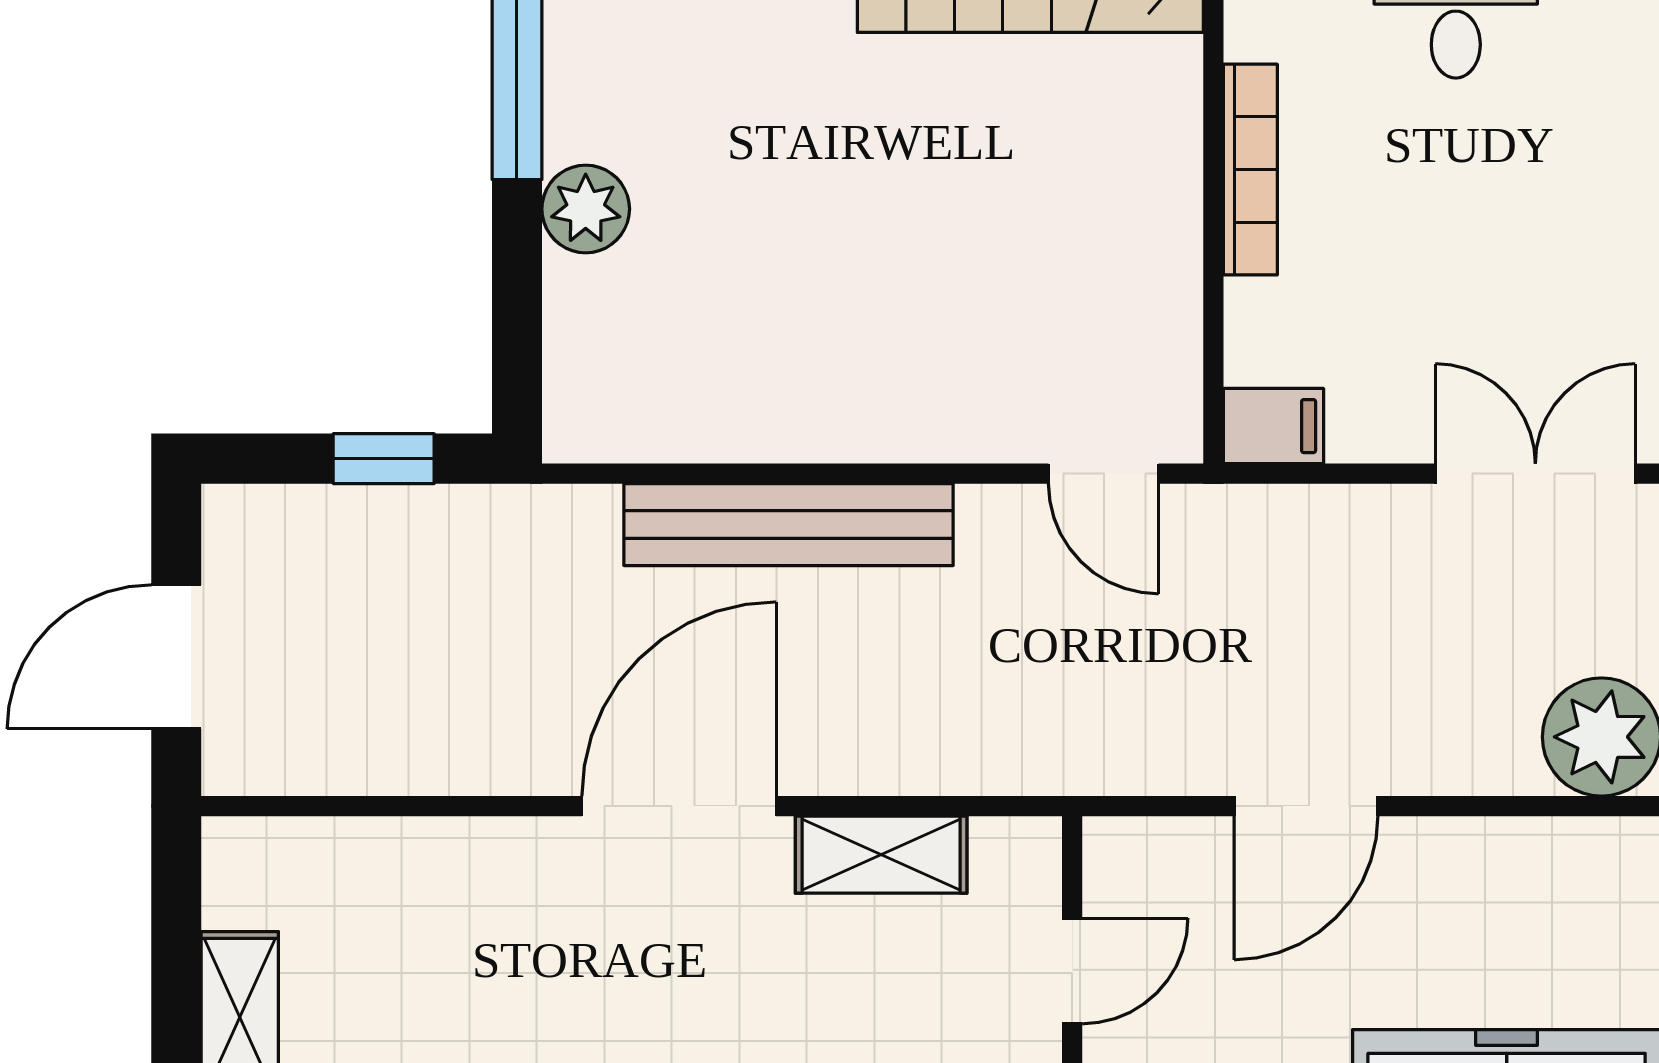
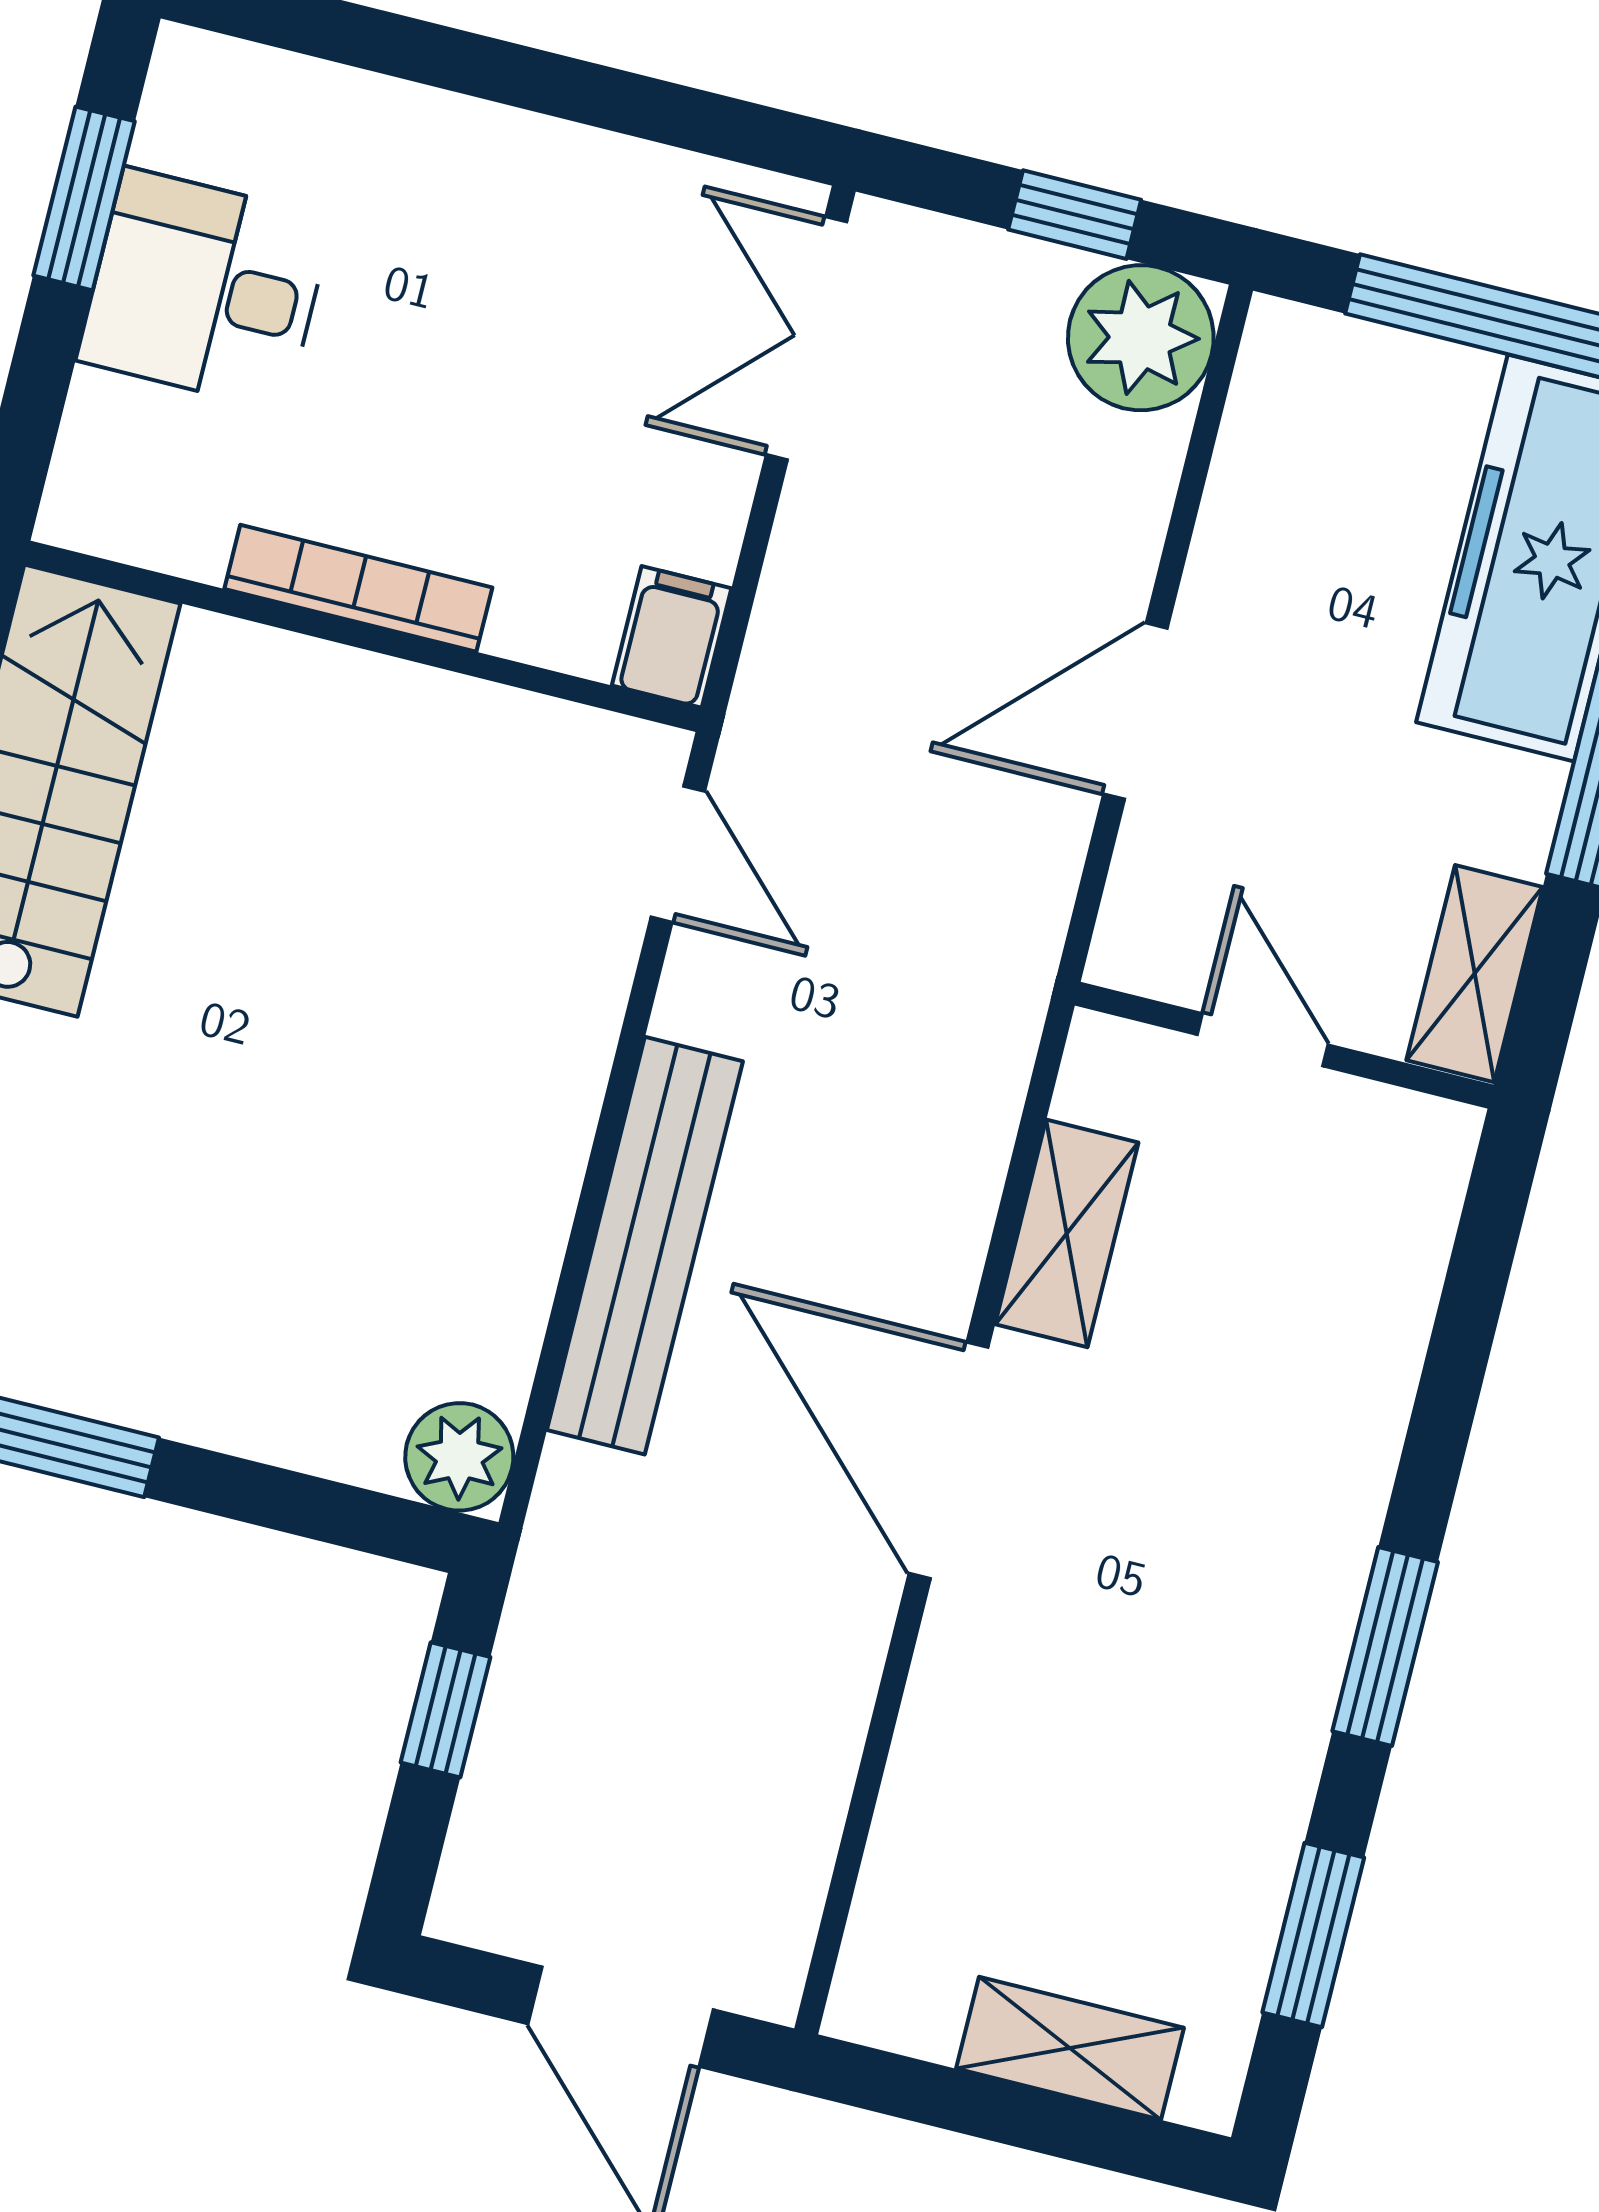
plant: (586, 209) -> (459, 1457), moved
door: (1104, 474) -> (678, 854), hinge flipped
door: (1306, 806) -> (1135, 711), swing flipped

